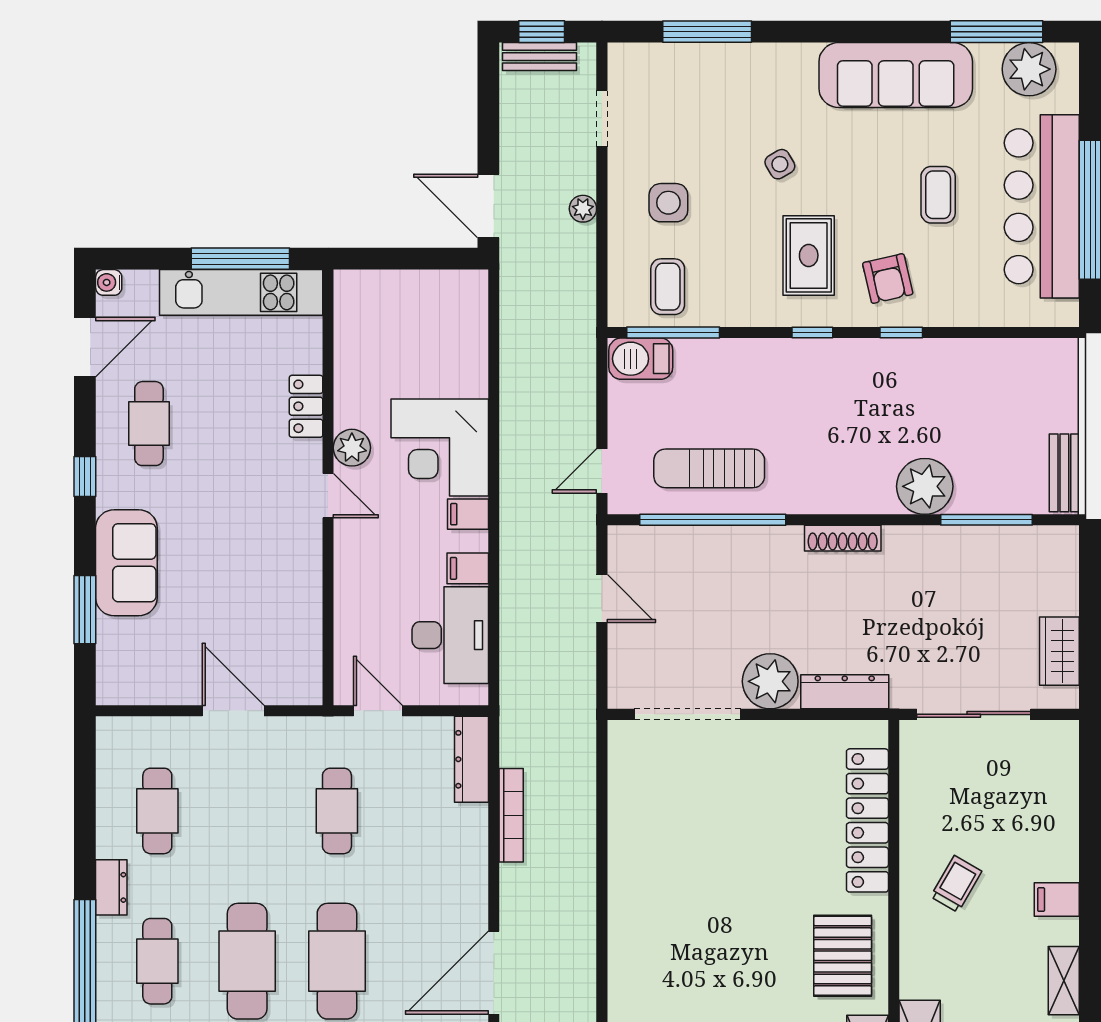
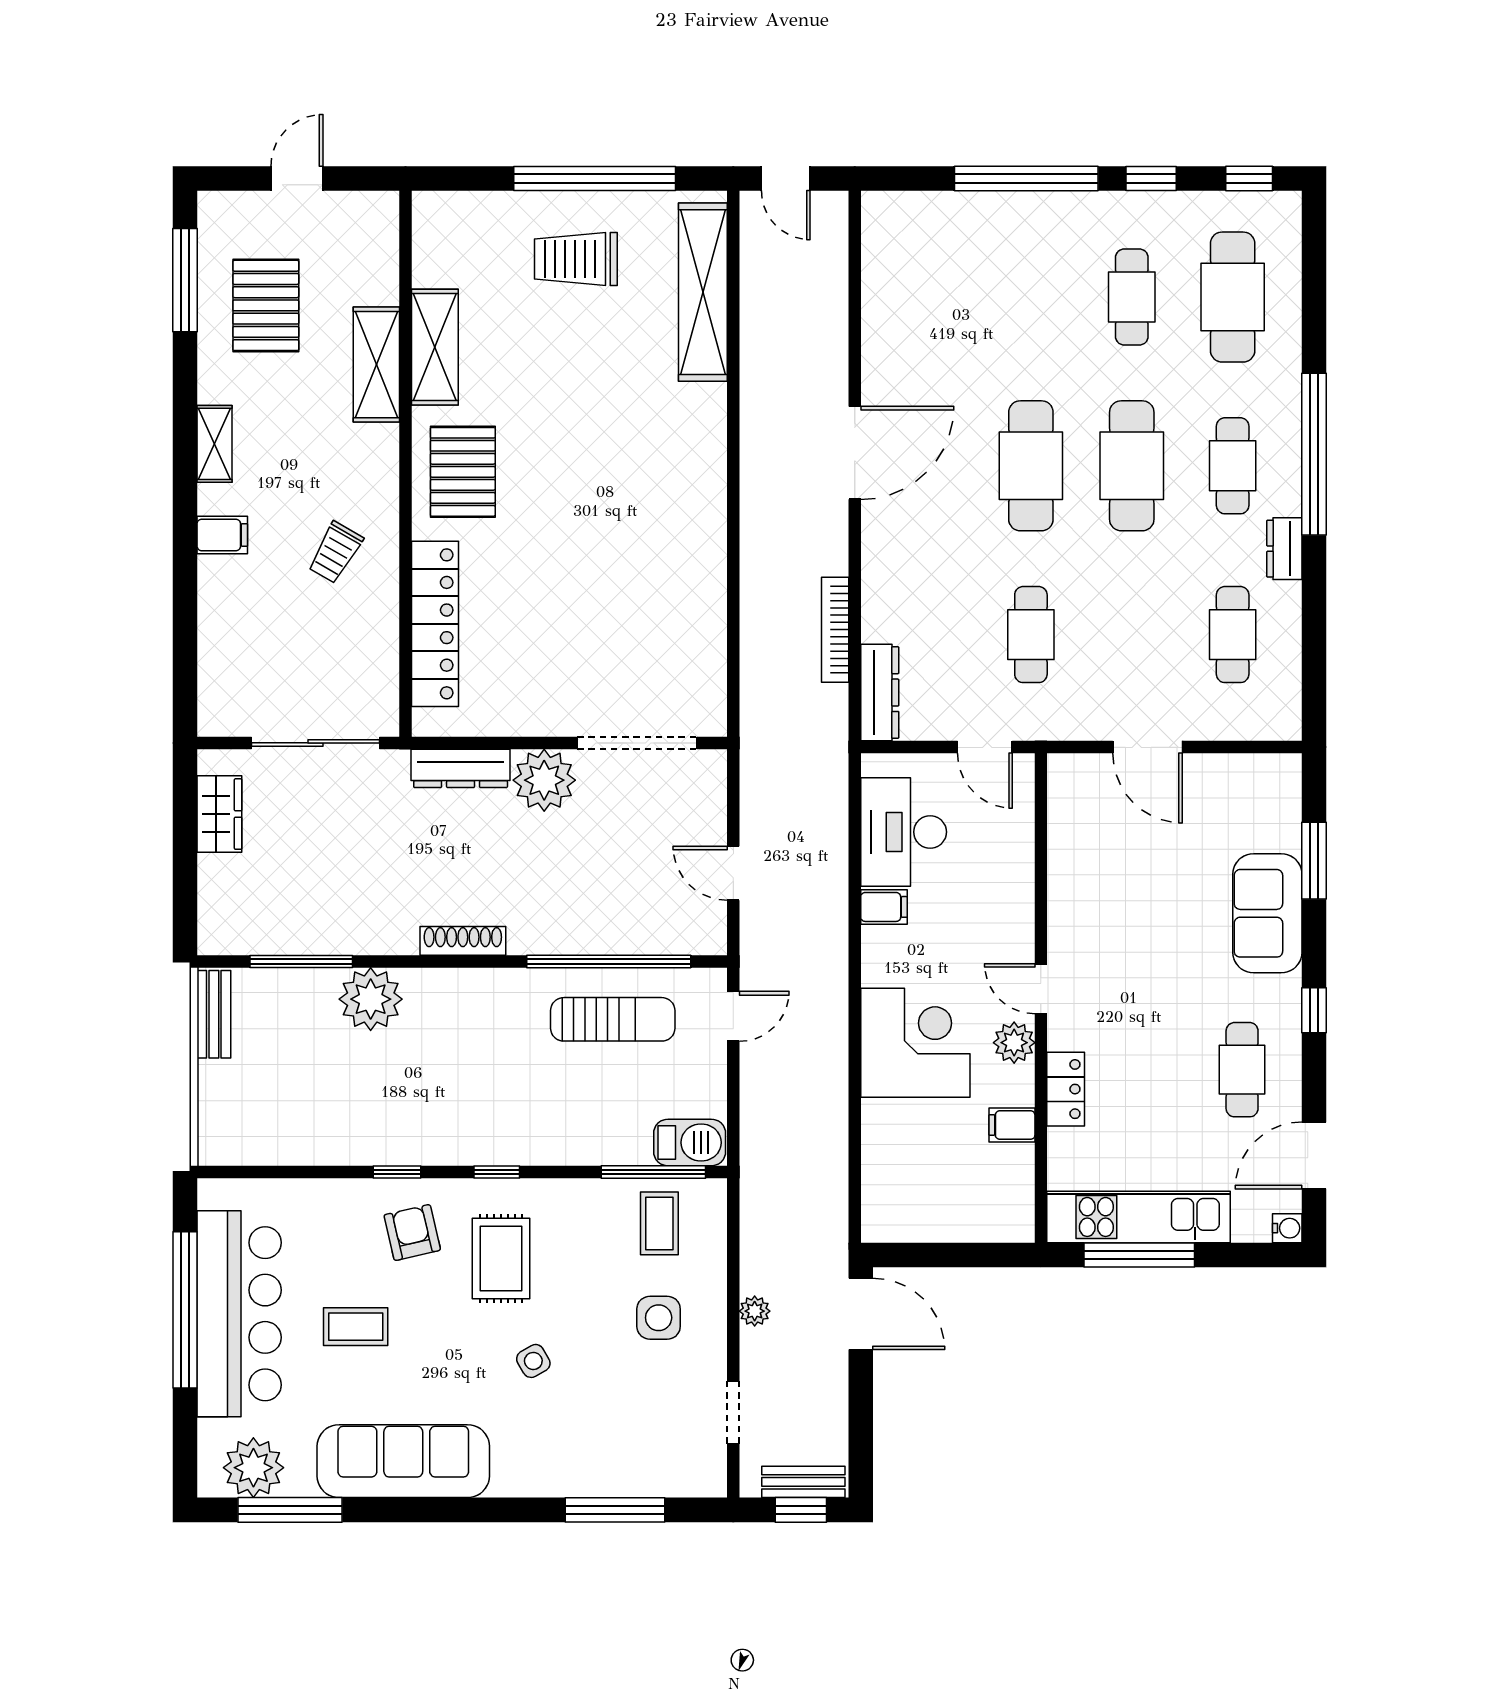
coffee table: (938, 195) -> (356, 1327), turned 90
filing cabinet: (468, 514) -> (1012, 1125), moved, turned 180

